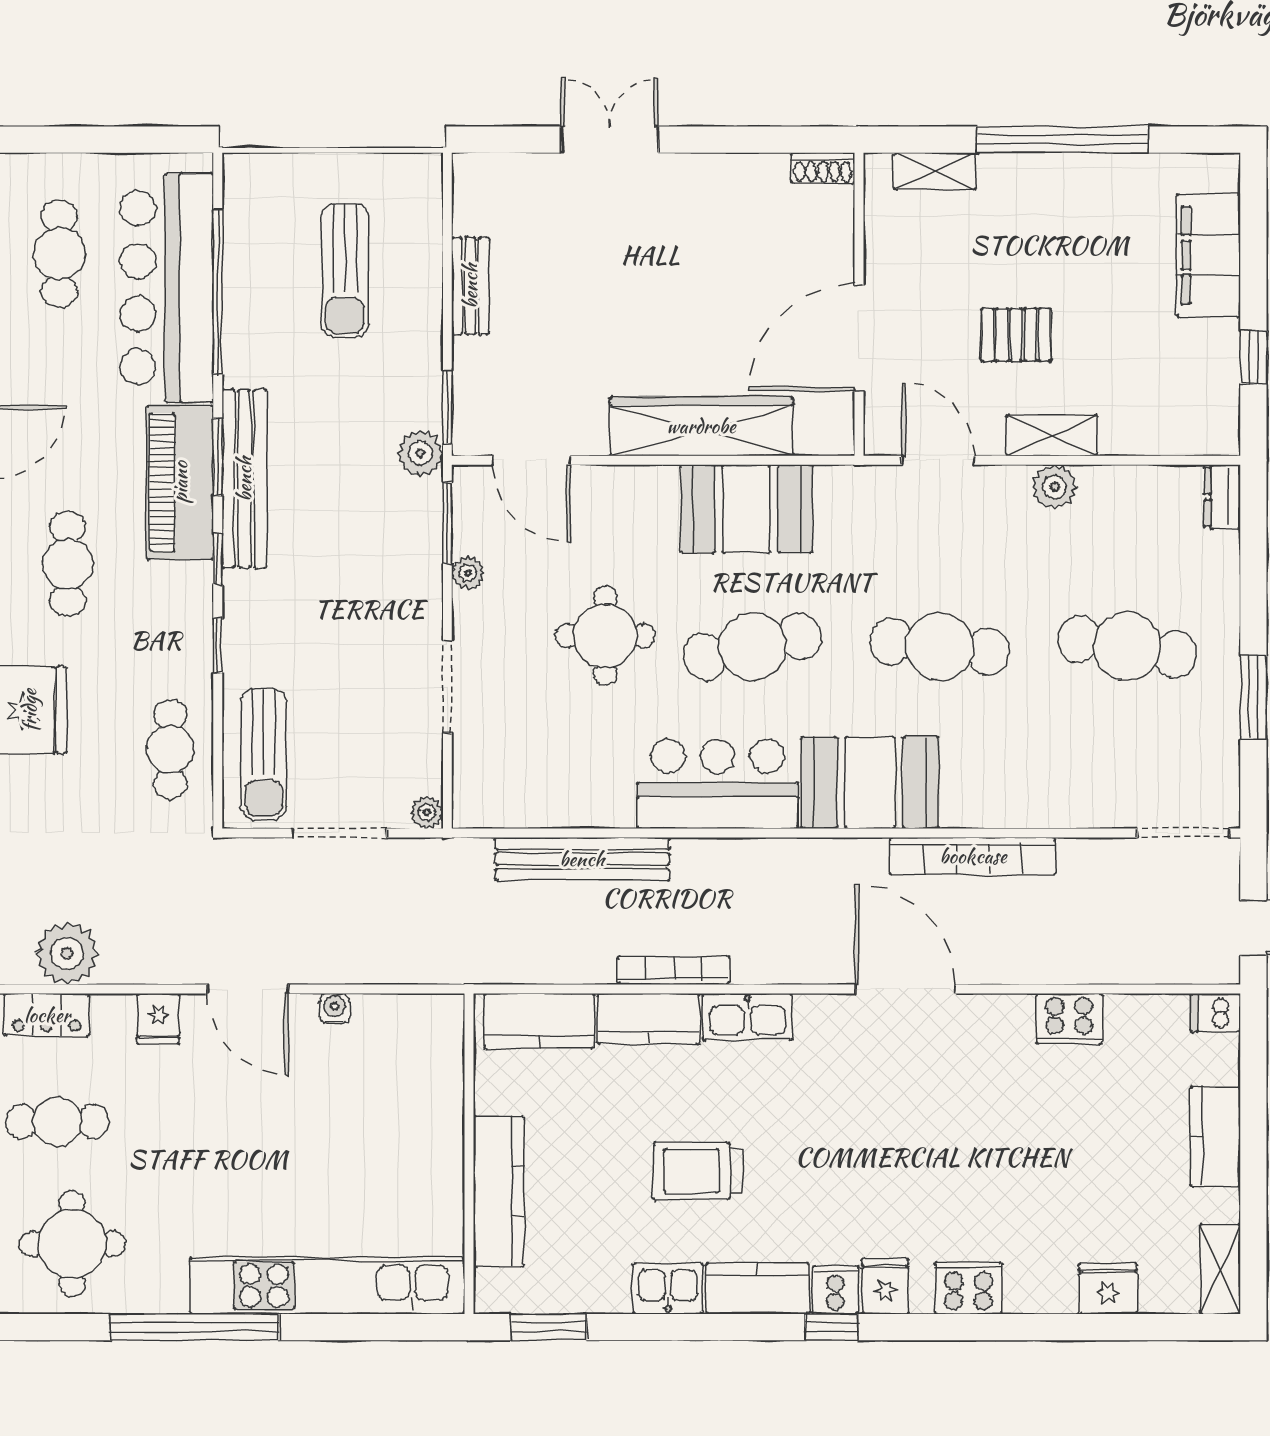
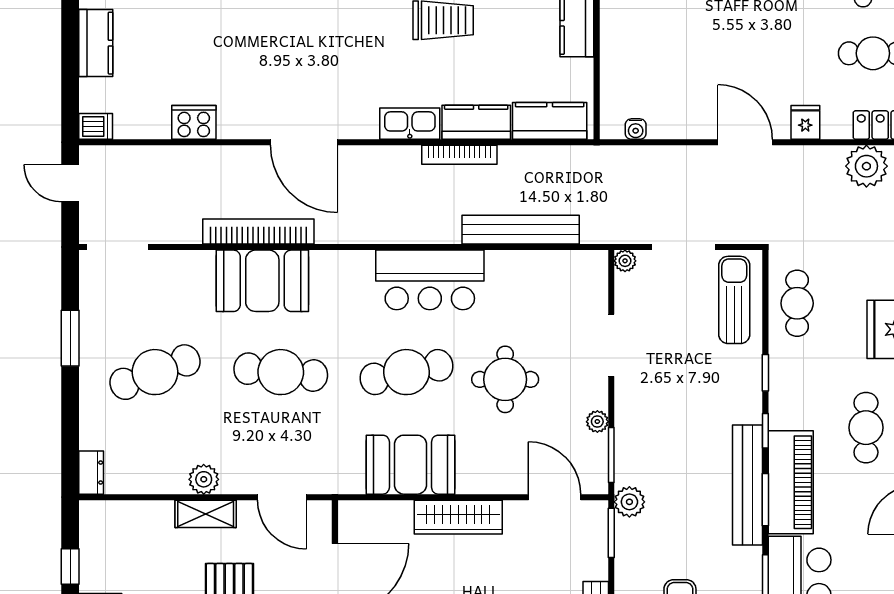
wardrobe: (701, 426) -> (458, 517), width x0.71, depth x0.85
cafe table: (1127, 647) -> (155, 372), turned -30
booth: (870, 783) -> (262, 281), moved
water cooler: (335, 1009) -> (636, 129), moved

